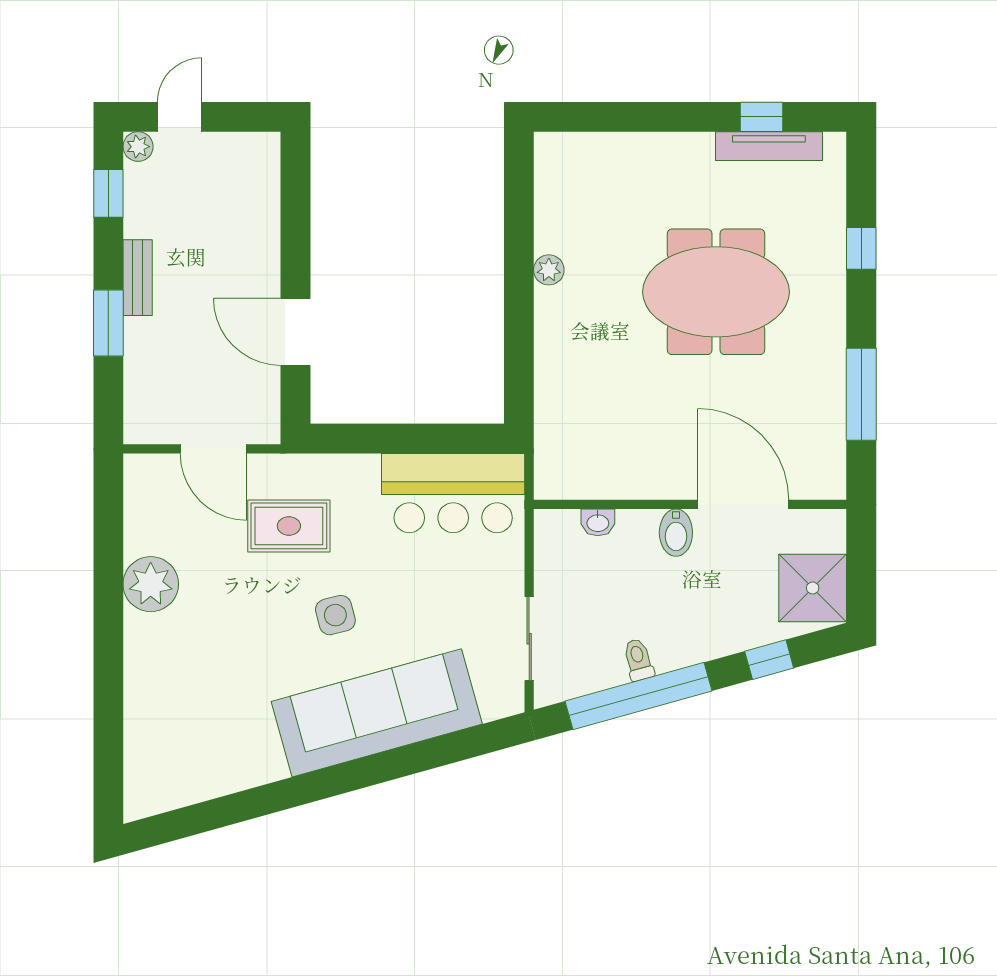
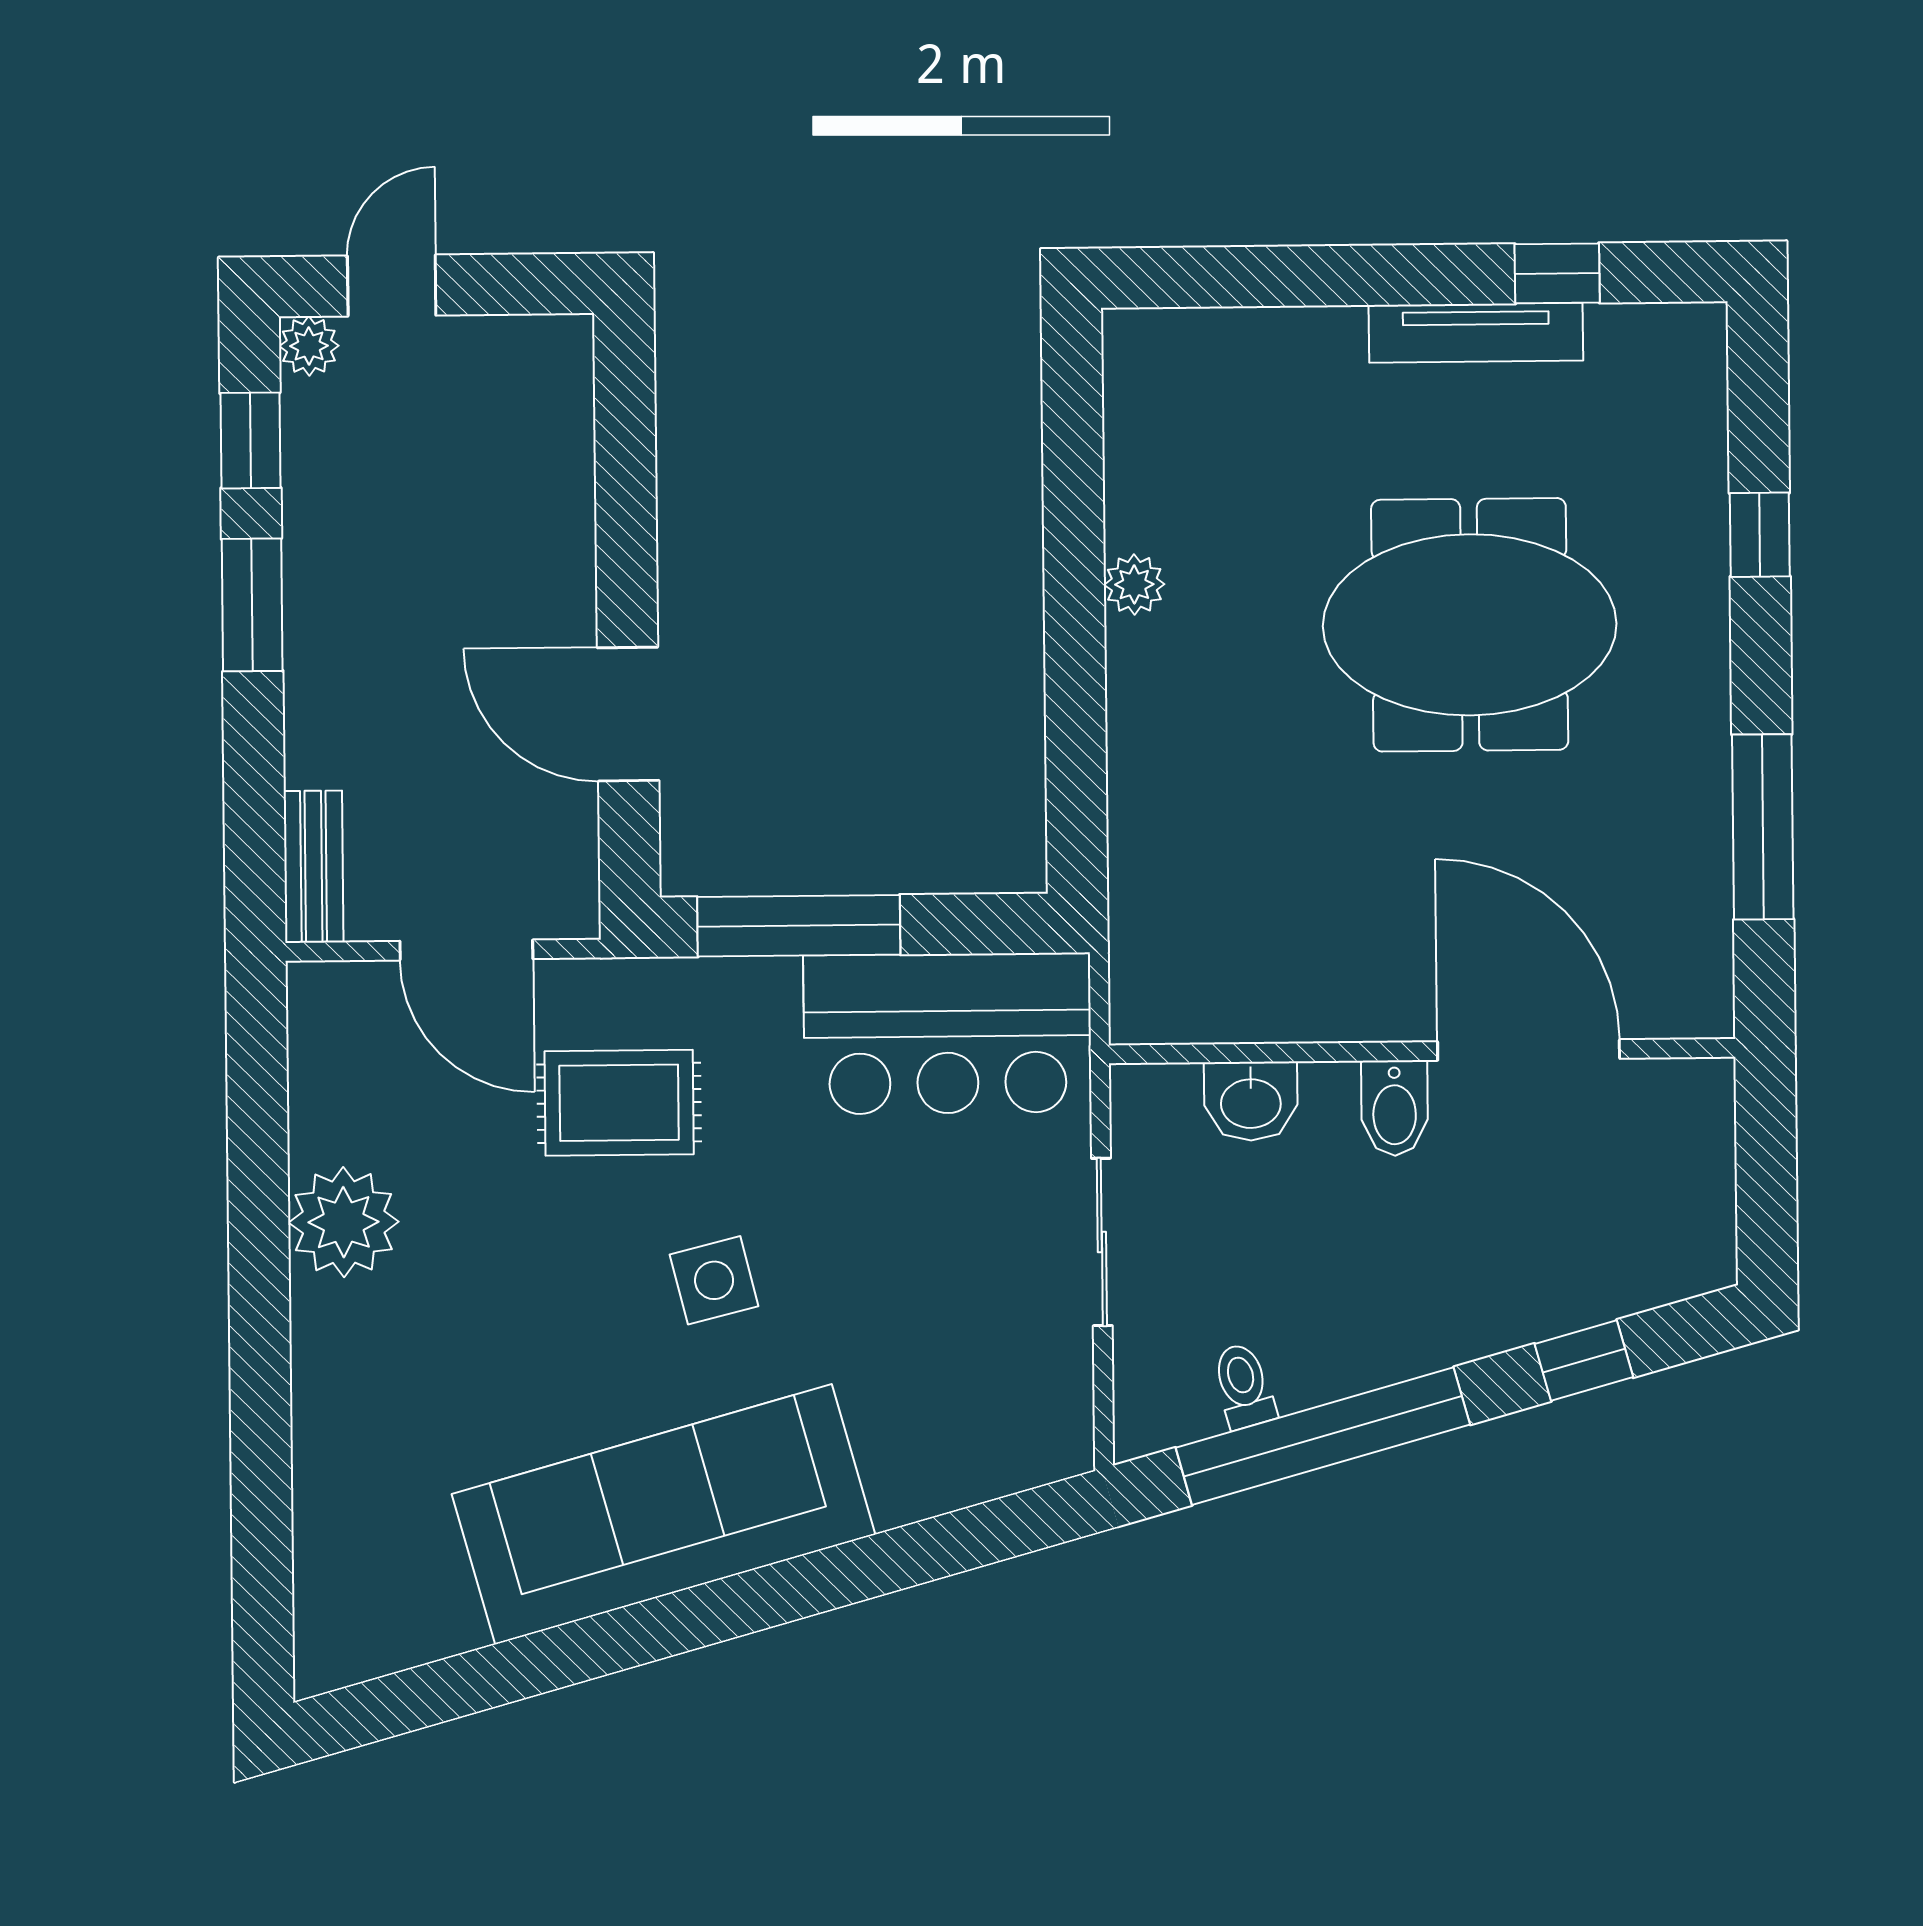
tv unit: (769, 146) -> (1476, 333), moved
bench: (138, 278) -> (314, 867), moved
window: (108, 323) -> (252, 605), moved
window: (380, 439) -> (799, 926), added
washbasin: (598, 522) -> (1251, 1101), width x1.38, depth x1.45
shower: (813, 588) -> (1669, 1216), removed
sliding door: (529, 639) -> (1102, 1242), moved
toilet: (638, 660) -> (1244, 1386), moved
sofa: (377, 713) -> (663, 1514), moved

